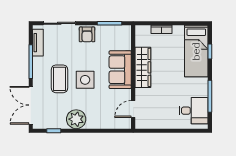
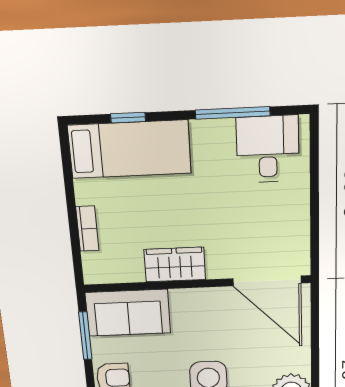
wardrobe: (143, 67) -> (175, 265), width x0.67
sofa: (120, 70) -> (128, 313), moved
door: (133, 109) -> (267, 281), width x1.87

